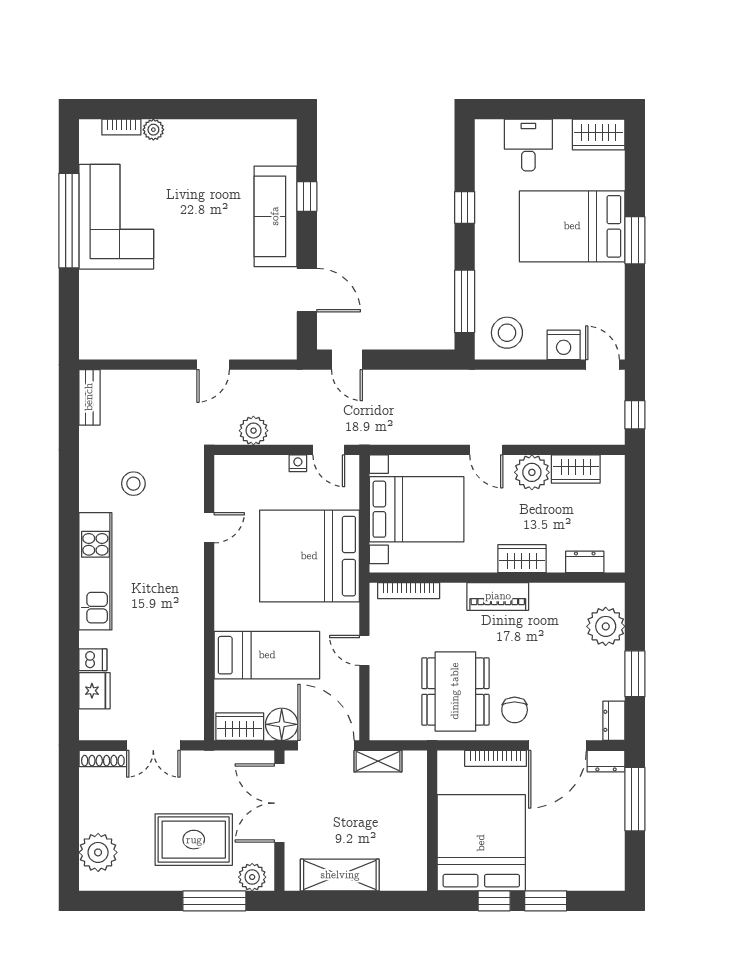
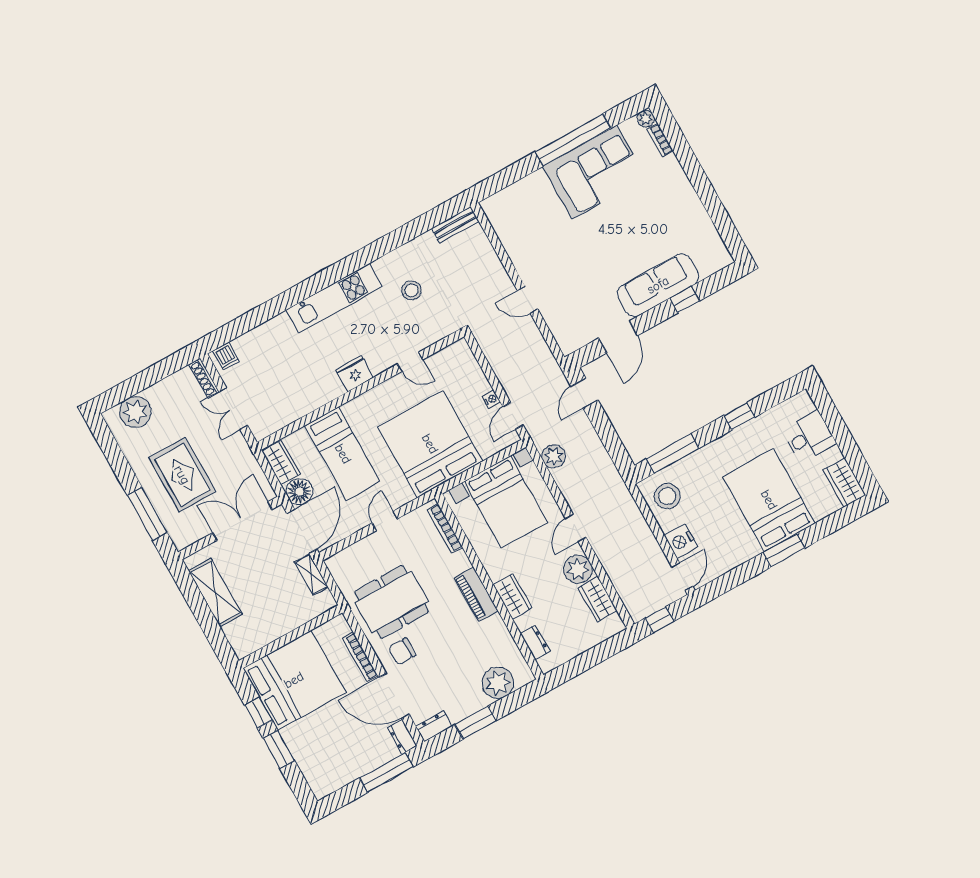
plant: (153, 130) -> (646, 119), moved
plant: (253, 431) -> (554, 456), moved
dishwasher: (93, 660) -> (226, 356), moved
fridge: (94, 691) -> (355, 374), moved, turned 180
plant: (252, 877) -> (179, 531), removed

